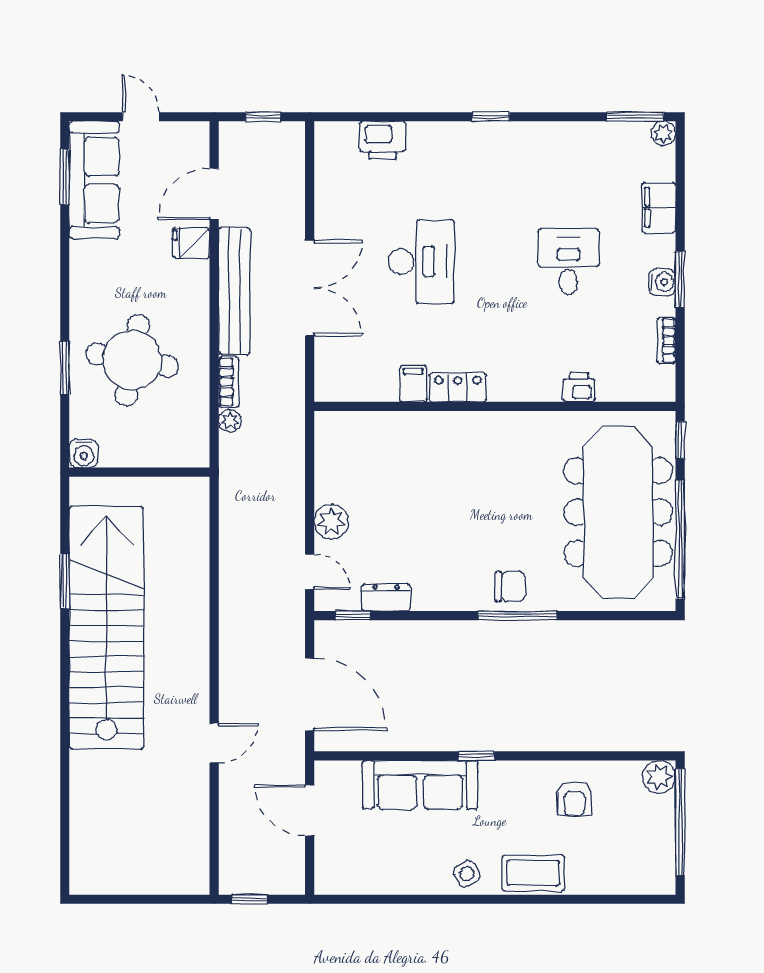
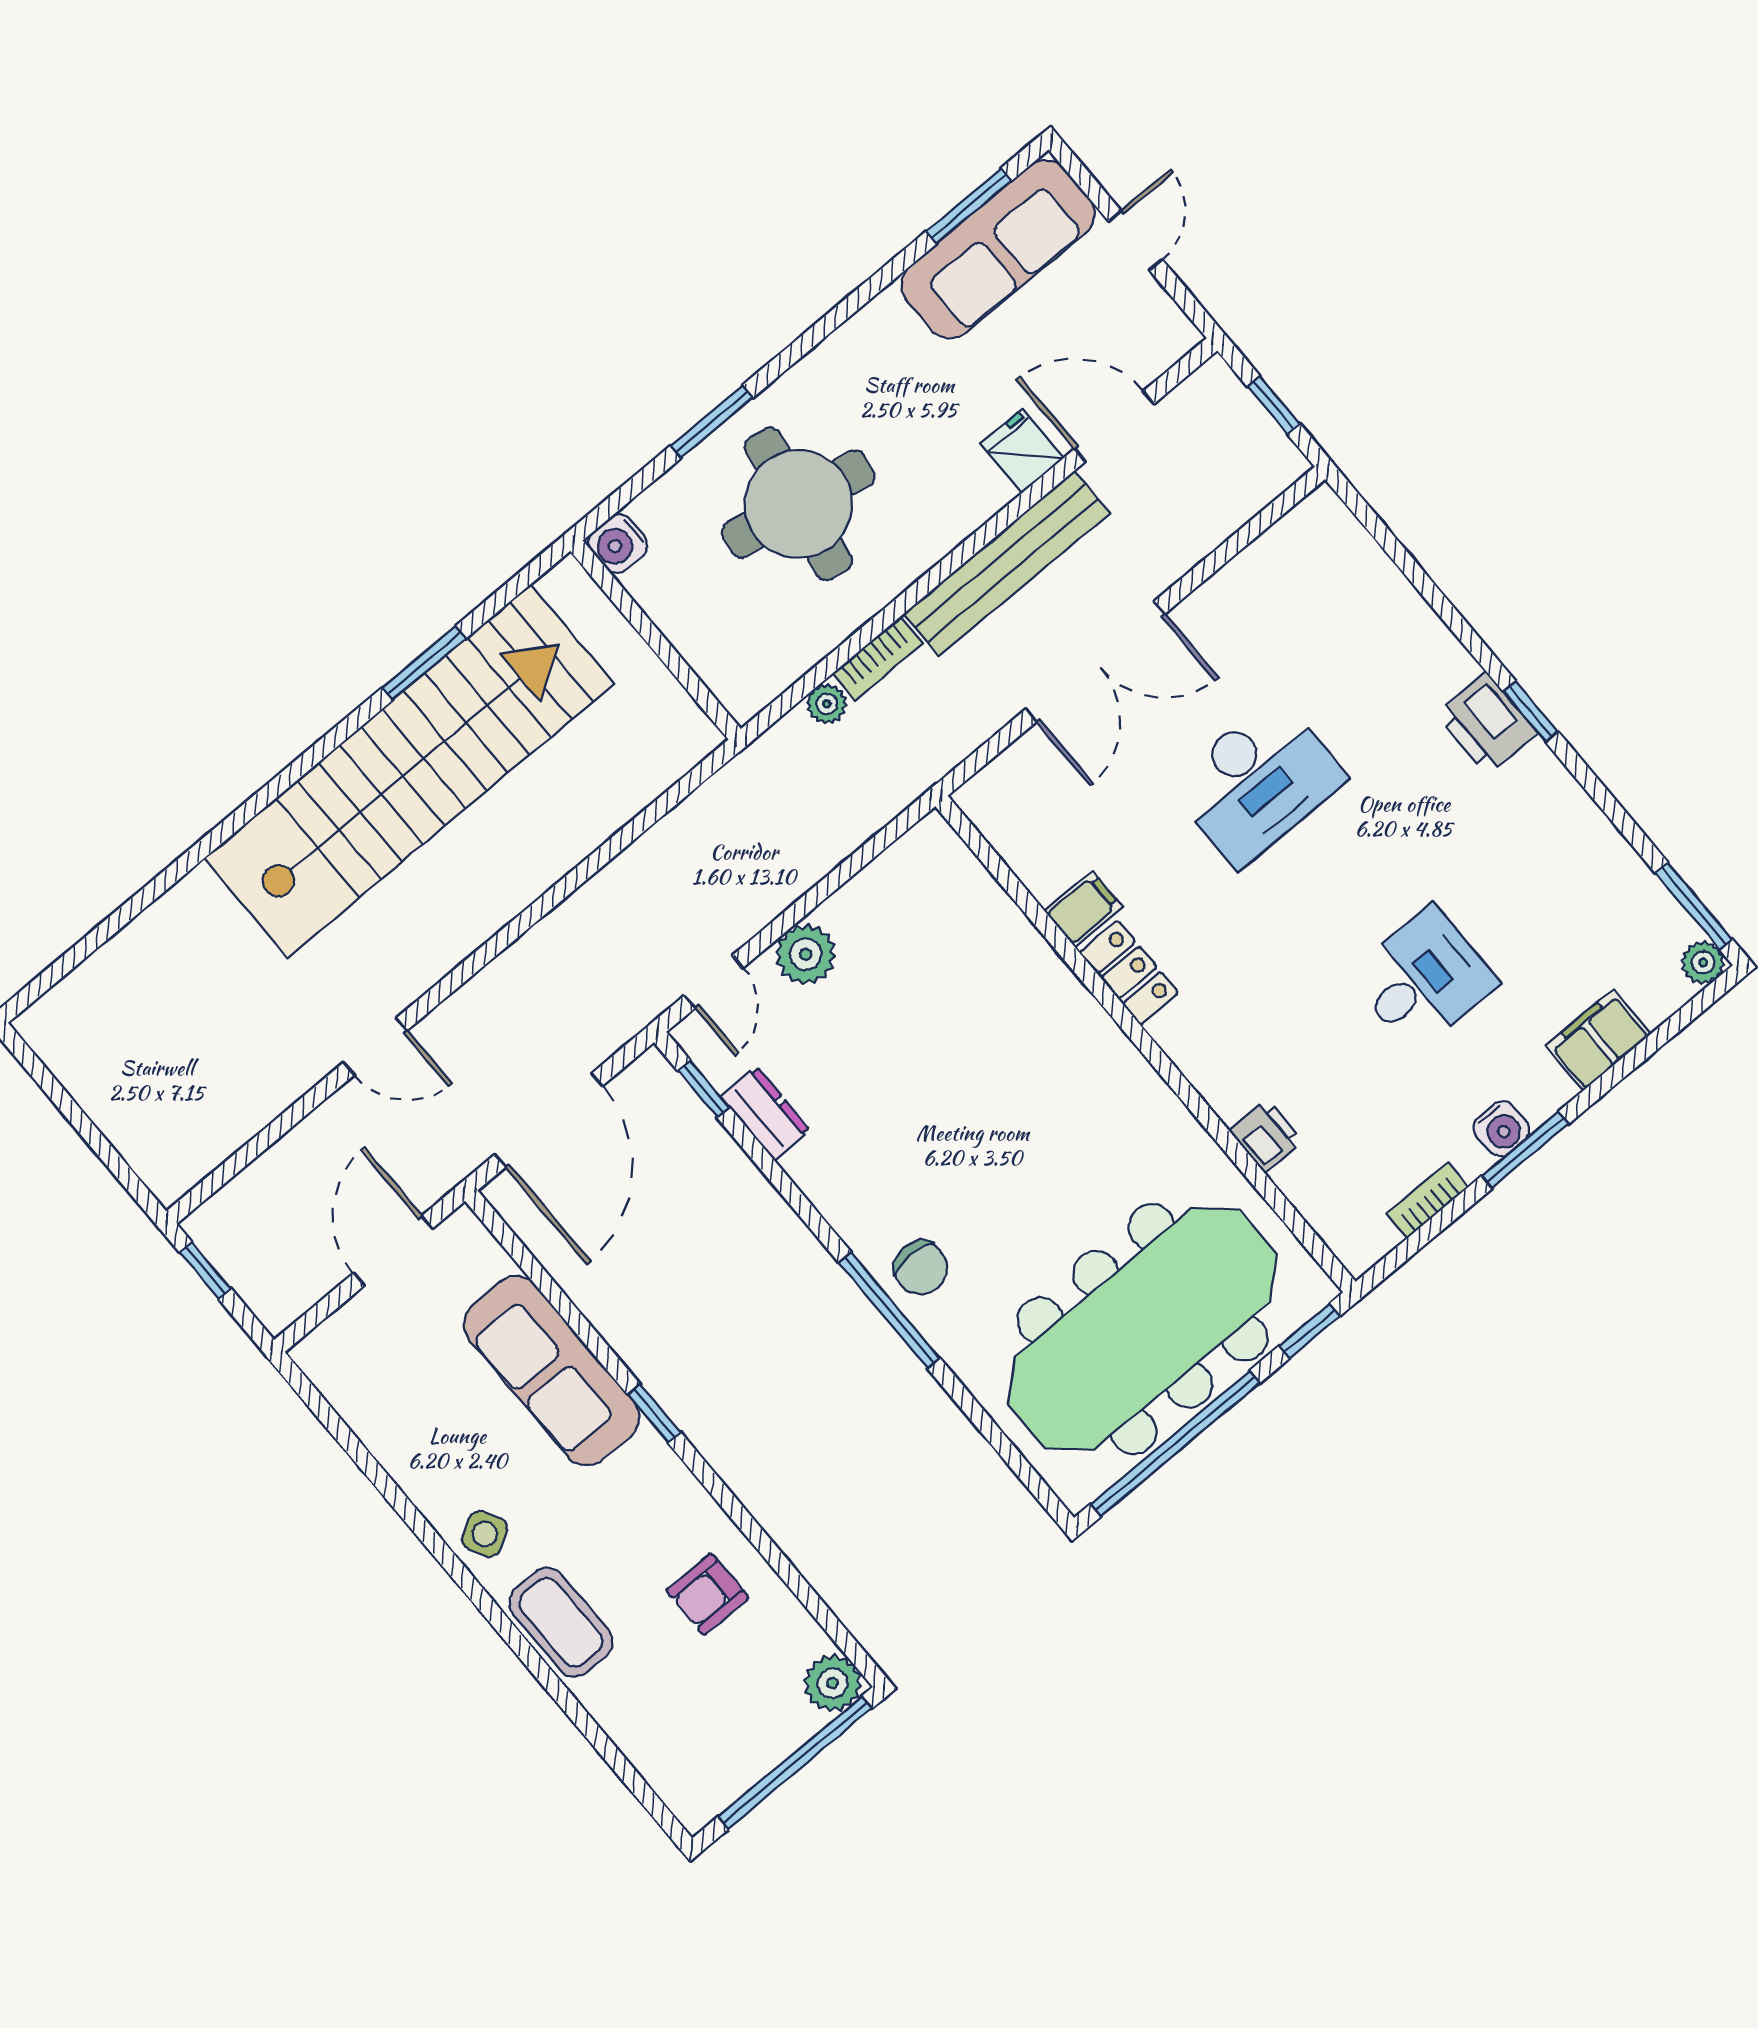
printer: (383, 140) -> (1487, 723), moved

